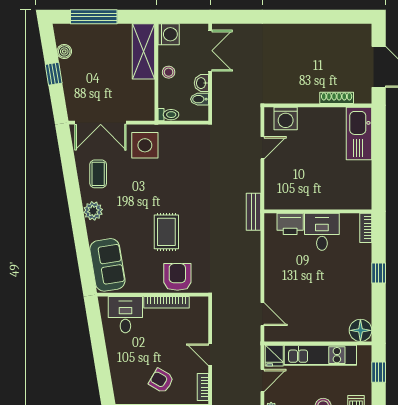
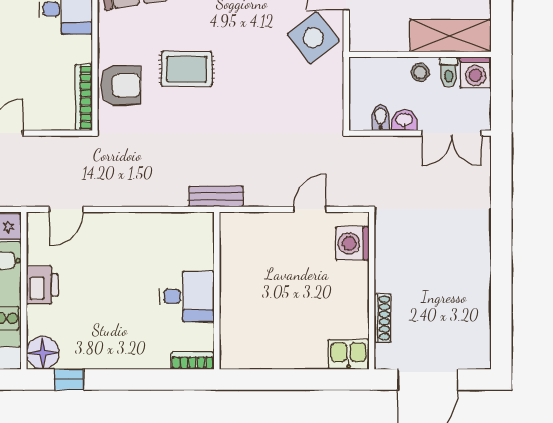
toilet: (168, 115) -> (449, 72), moved
kitchen sink: (359, 133) -> (349, 354), width x0.53, depth x0.81
side table: (145, 145) -> (313, 38), turned -38
door: (262, 148) -> (310, 209), swing flipped
printer: (290, 224) -> (42, 285), moved, turned 180
window: (379, 273) -> (69, 379), moved
bookcase: (166, 302) -> (84, 97), moved

